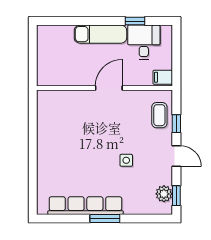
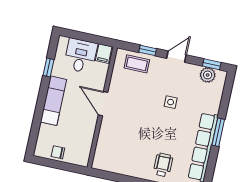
desk: (144, 42) -> (81, 56), moved, turned 90
chair: (46, 51) -> (58, 152), added
wheelchair: (57, 167) -> (163, 165), added

